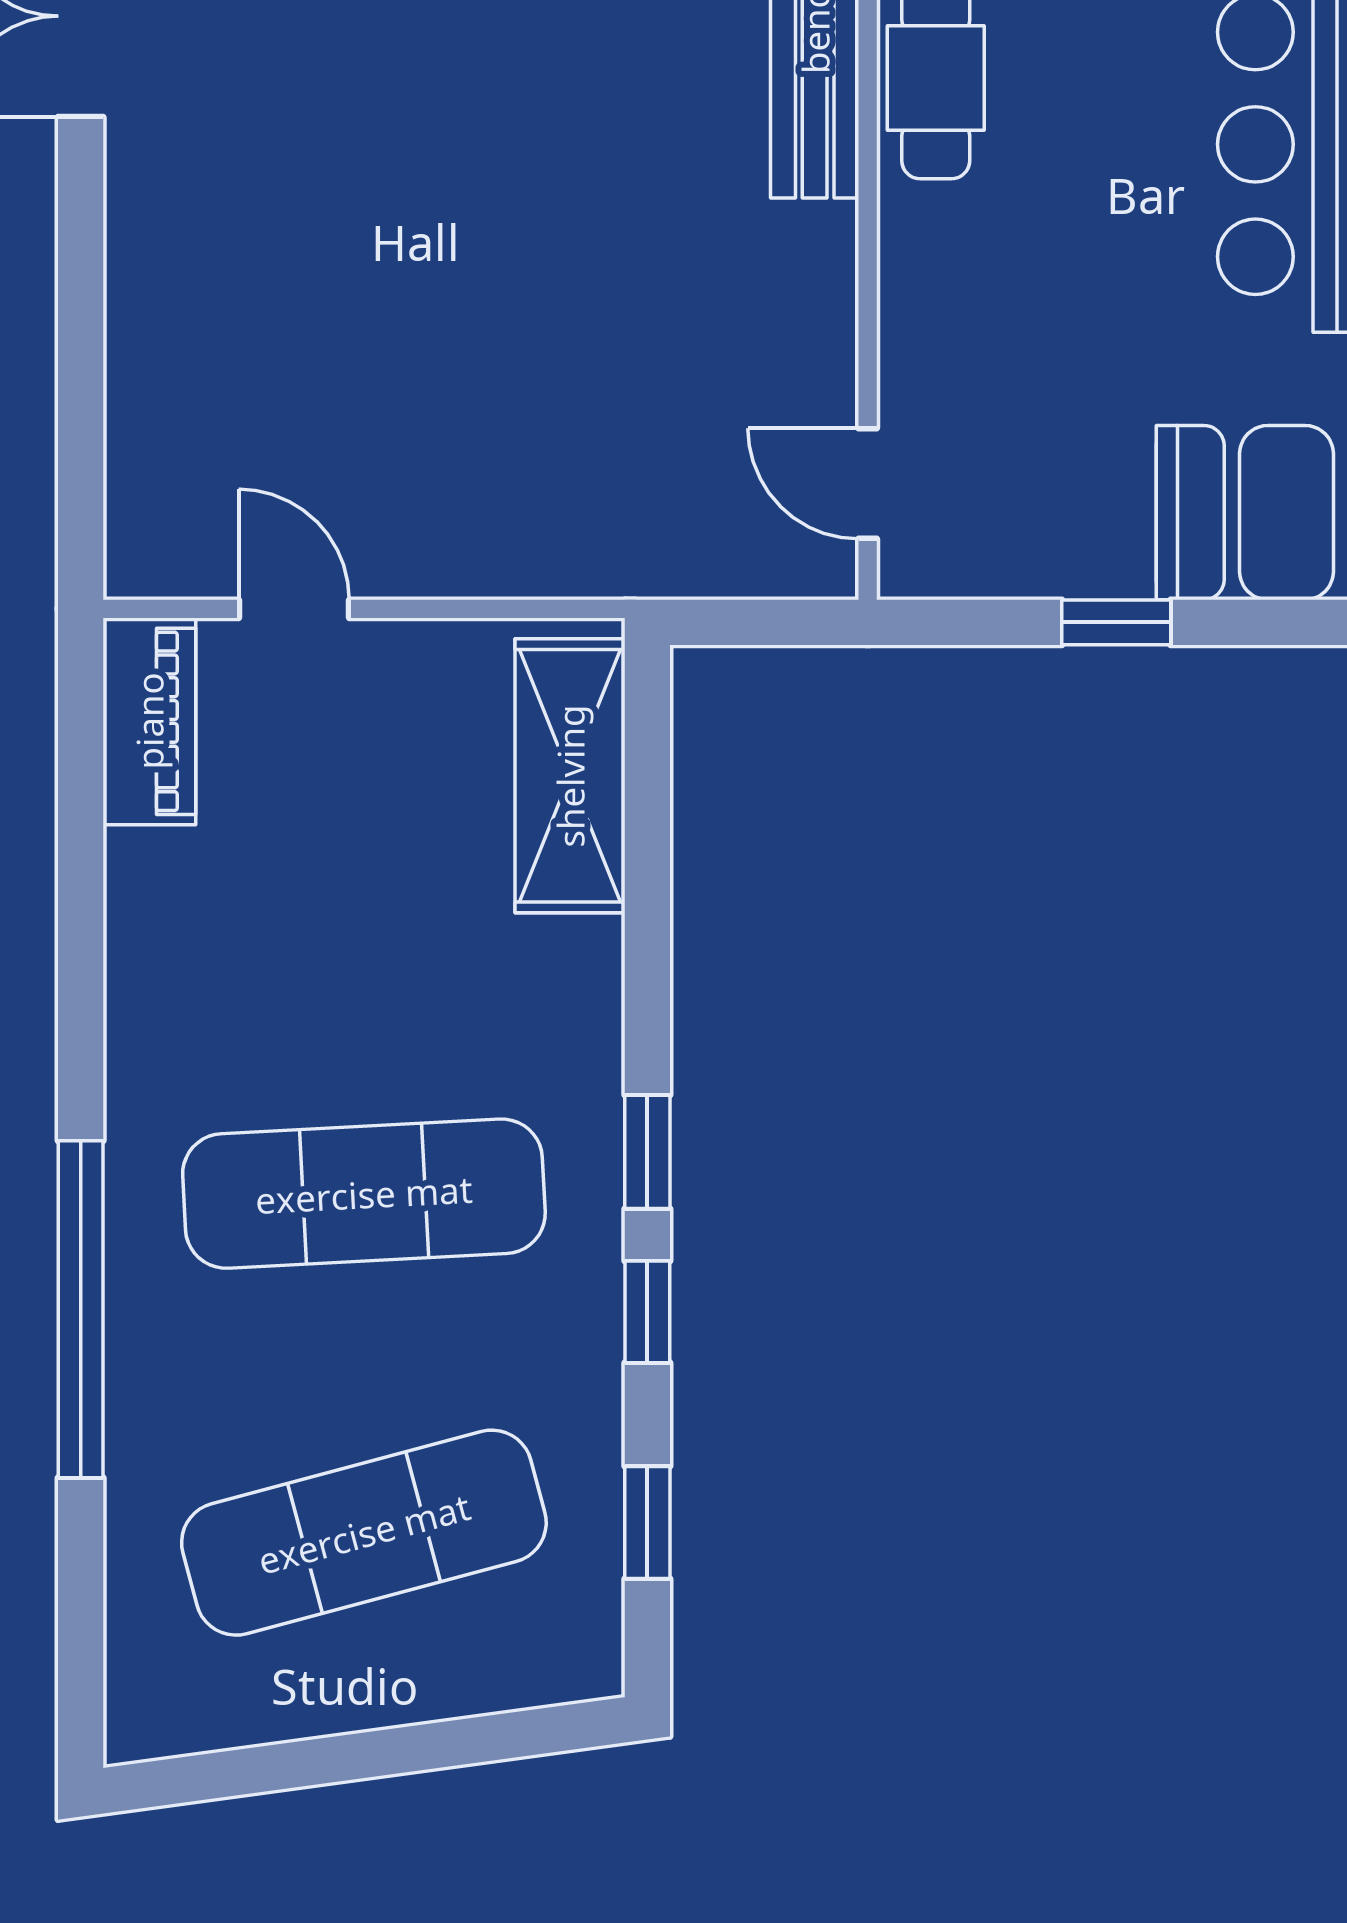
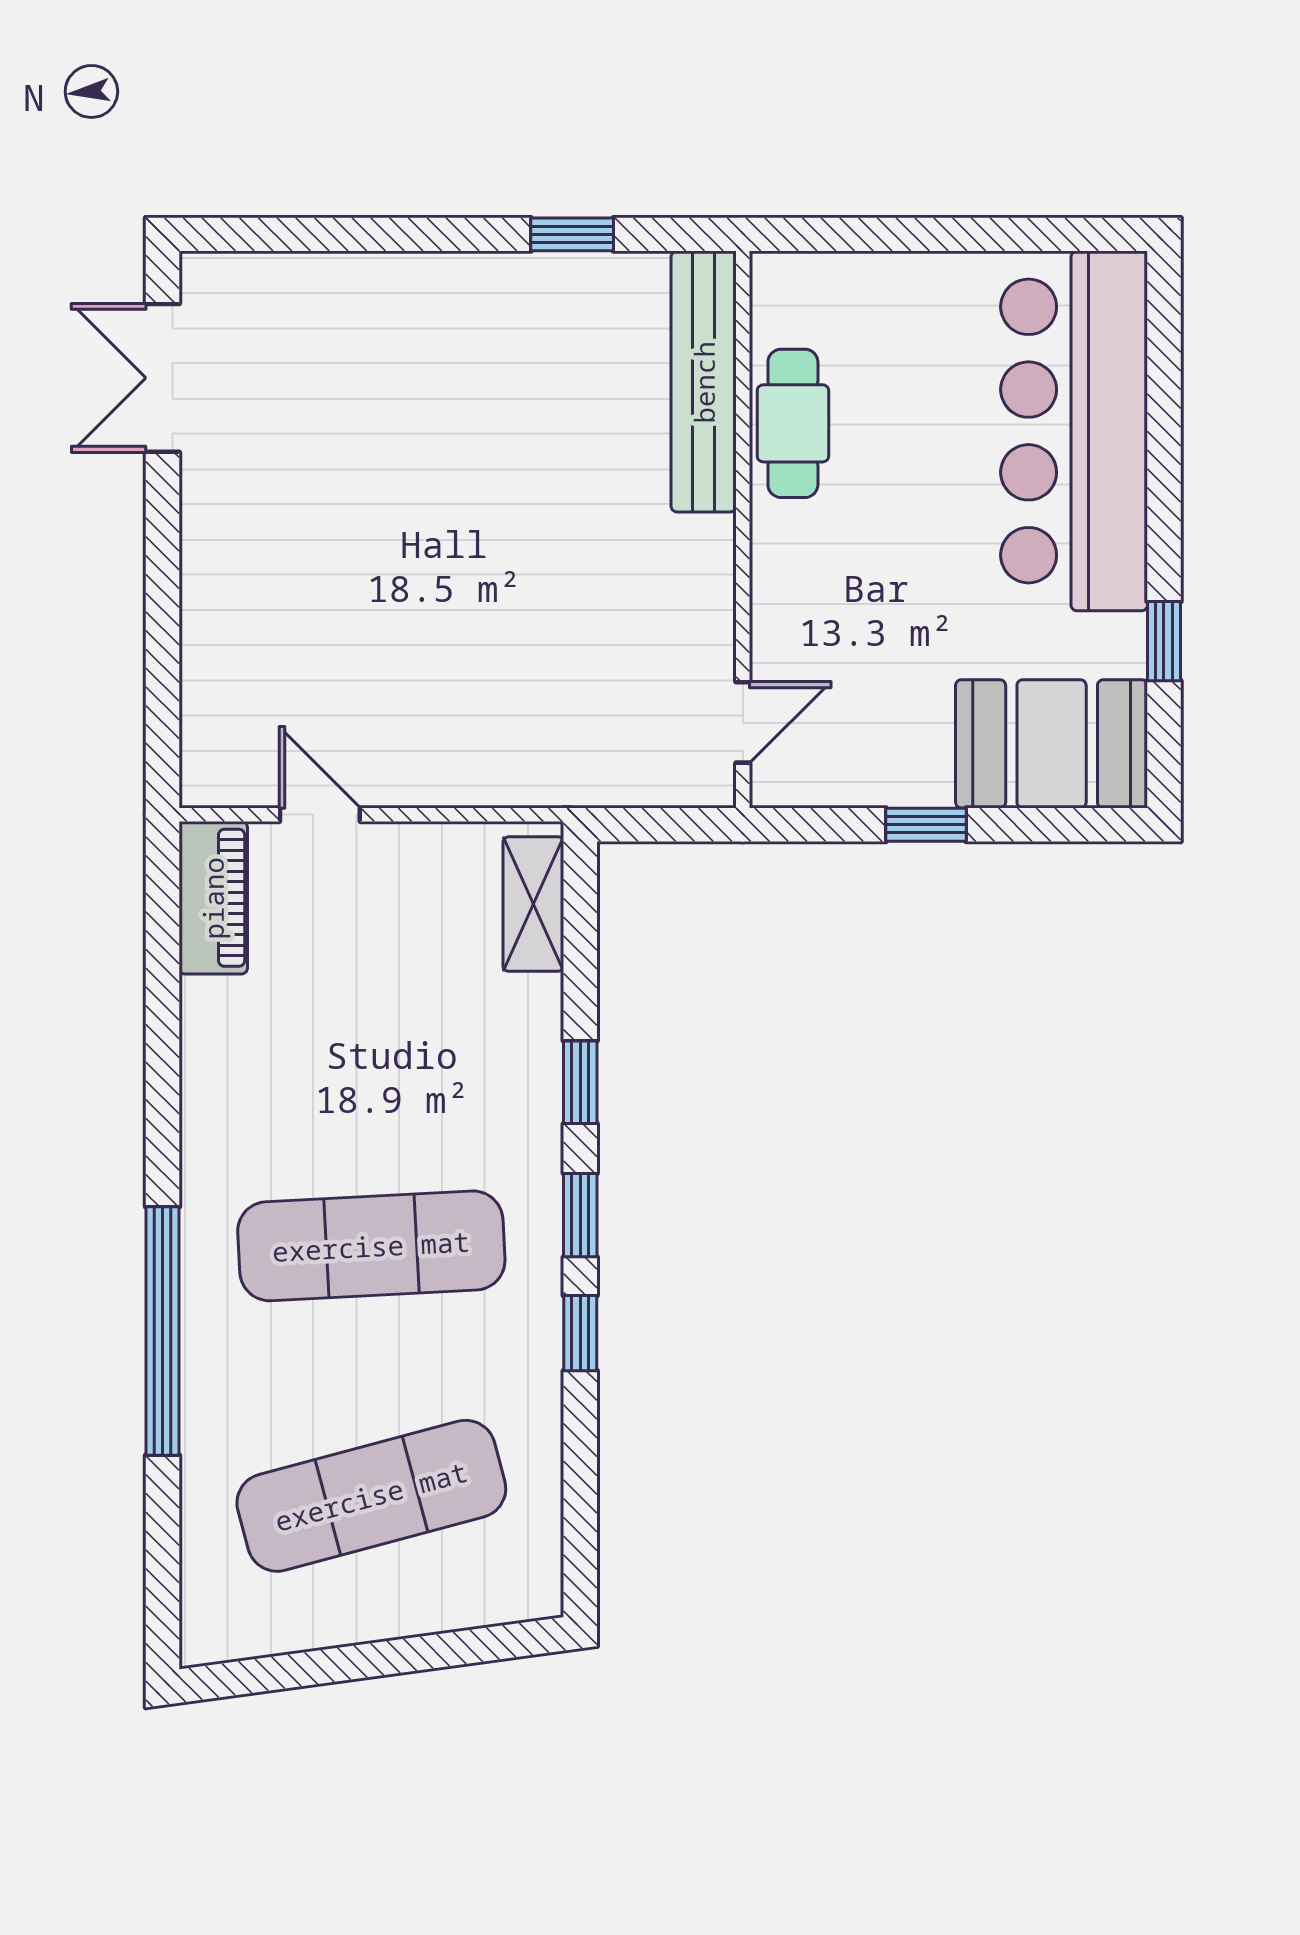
door: (868, 484) -> (743, 722), swing flipped
shelving: (570, 776) -> (533, 904), width x0.67, depth x0.75
window: (647, 1523) -> (580, 1082), moved

